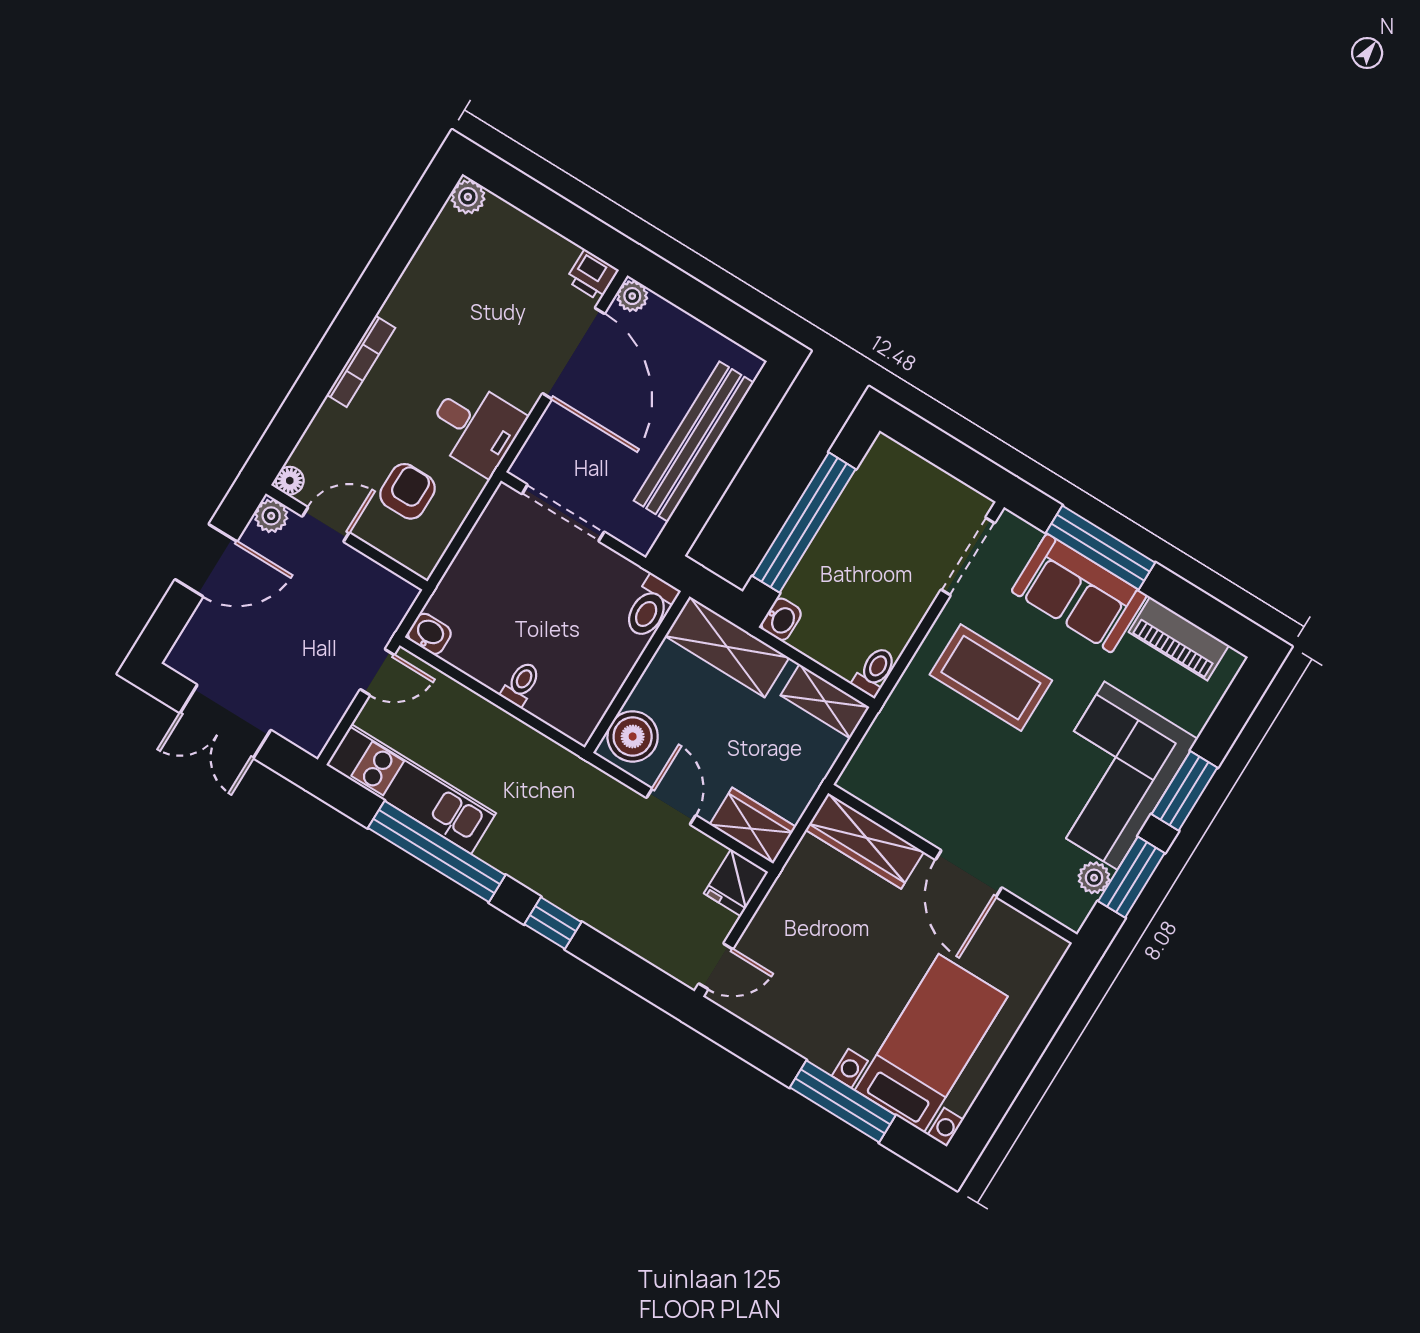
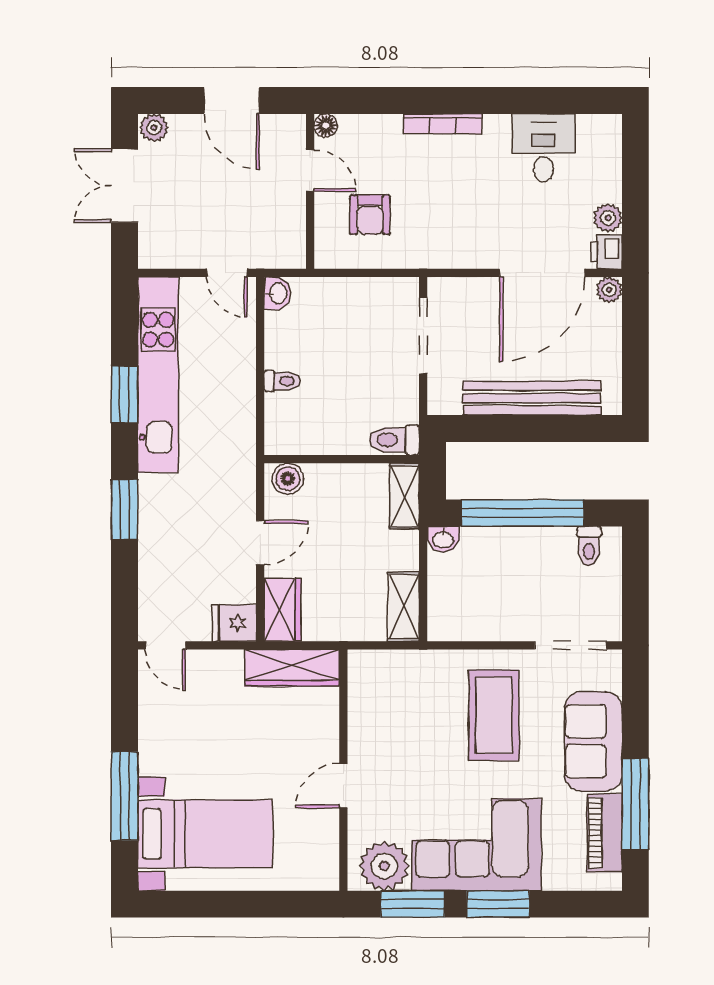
plant: (468, 197) -> (608, 218), moved
desk: (475, 427) -> (544, 148), moved, turned 180
armchair: (408, 491) -> (370, 215), turned 90
plant: (271, 516) -> (154, 128), moved
window: (1100, 548) -> (635, 804), moved
shelving: (727, 647) -> (404, 496), width x0.67, depth x0.75
toilet: (875, 671) -> (589, 546), moved, turned 90
boiler: (633, 736) -> (288, 479), width x0.73, depth x0.73
kitchen unit: (411, 789) -> (158, 375), width x1.36
wardrobe: (865, 841) -> (292, 668), moved, turned -90
window: (437, 852) -> (125, 394), width x0.47
door: (969, 874) -> (343, 786), width x0.73
plant: (1094, 878) -> (384, 866), width x1.87, depth x1.87
window: (553, 923) -> (125, 509), width x1.50

